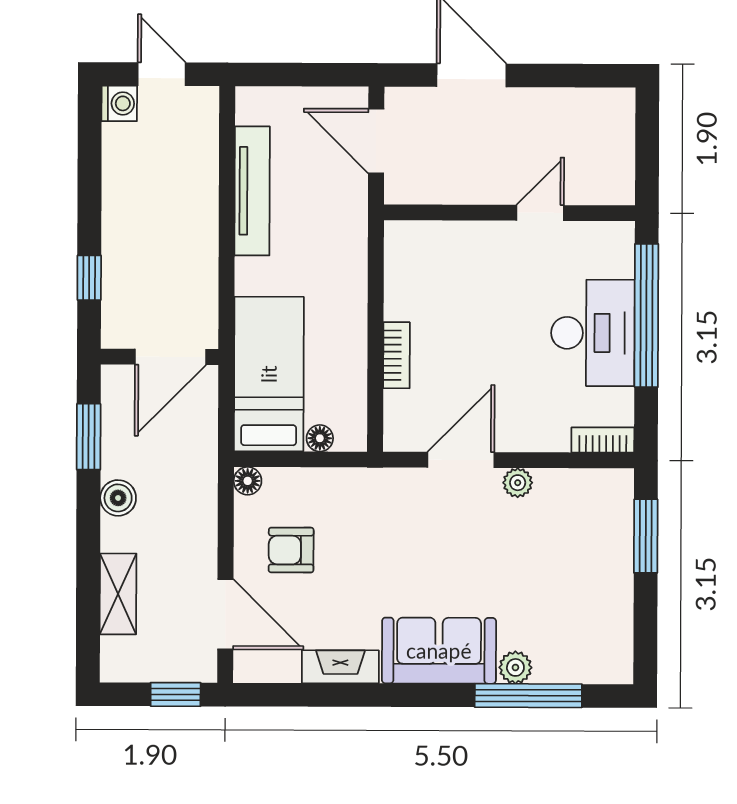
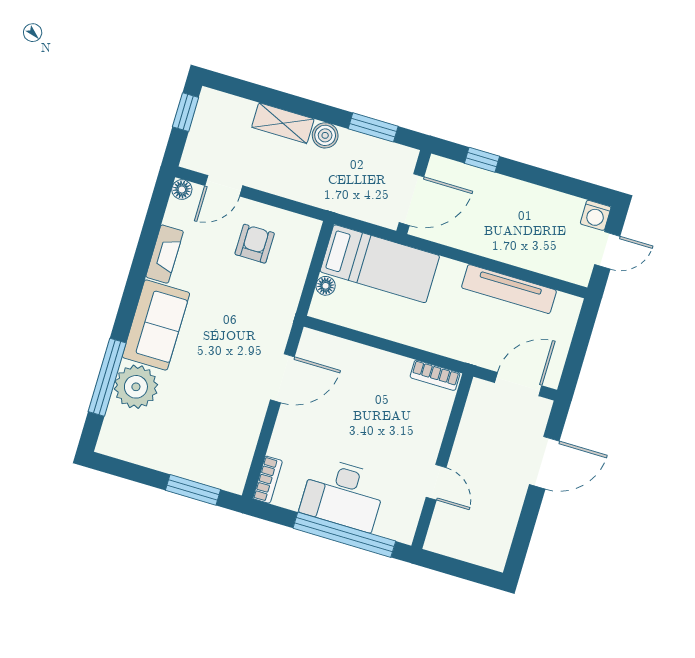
bookcase: (397, 355) -> (435, 375), moved
door: (170, 357) -> (411, 200), swing flipped
door: (461, 460) -> (282, 378), hinge flipped
floor lamp: (248, 481) -> (182, 189), moved
plant: (518, 483) -> (255, 413), removed
shelving: (118, 594) -> (283, 123), moved
door: (225, 614) -> (224, 186), width x0.73
plant: (515, 667) -> (136, 387), width x1.87, depth x1.87
window: (176, 694) -> (186, 112), moved

